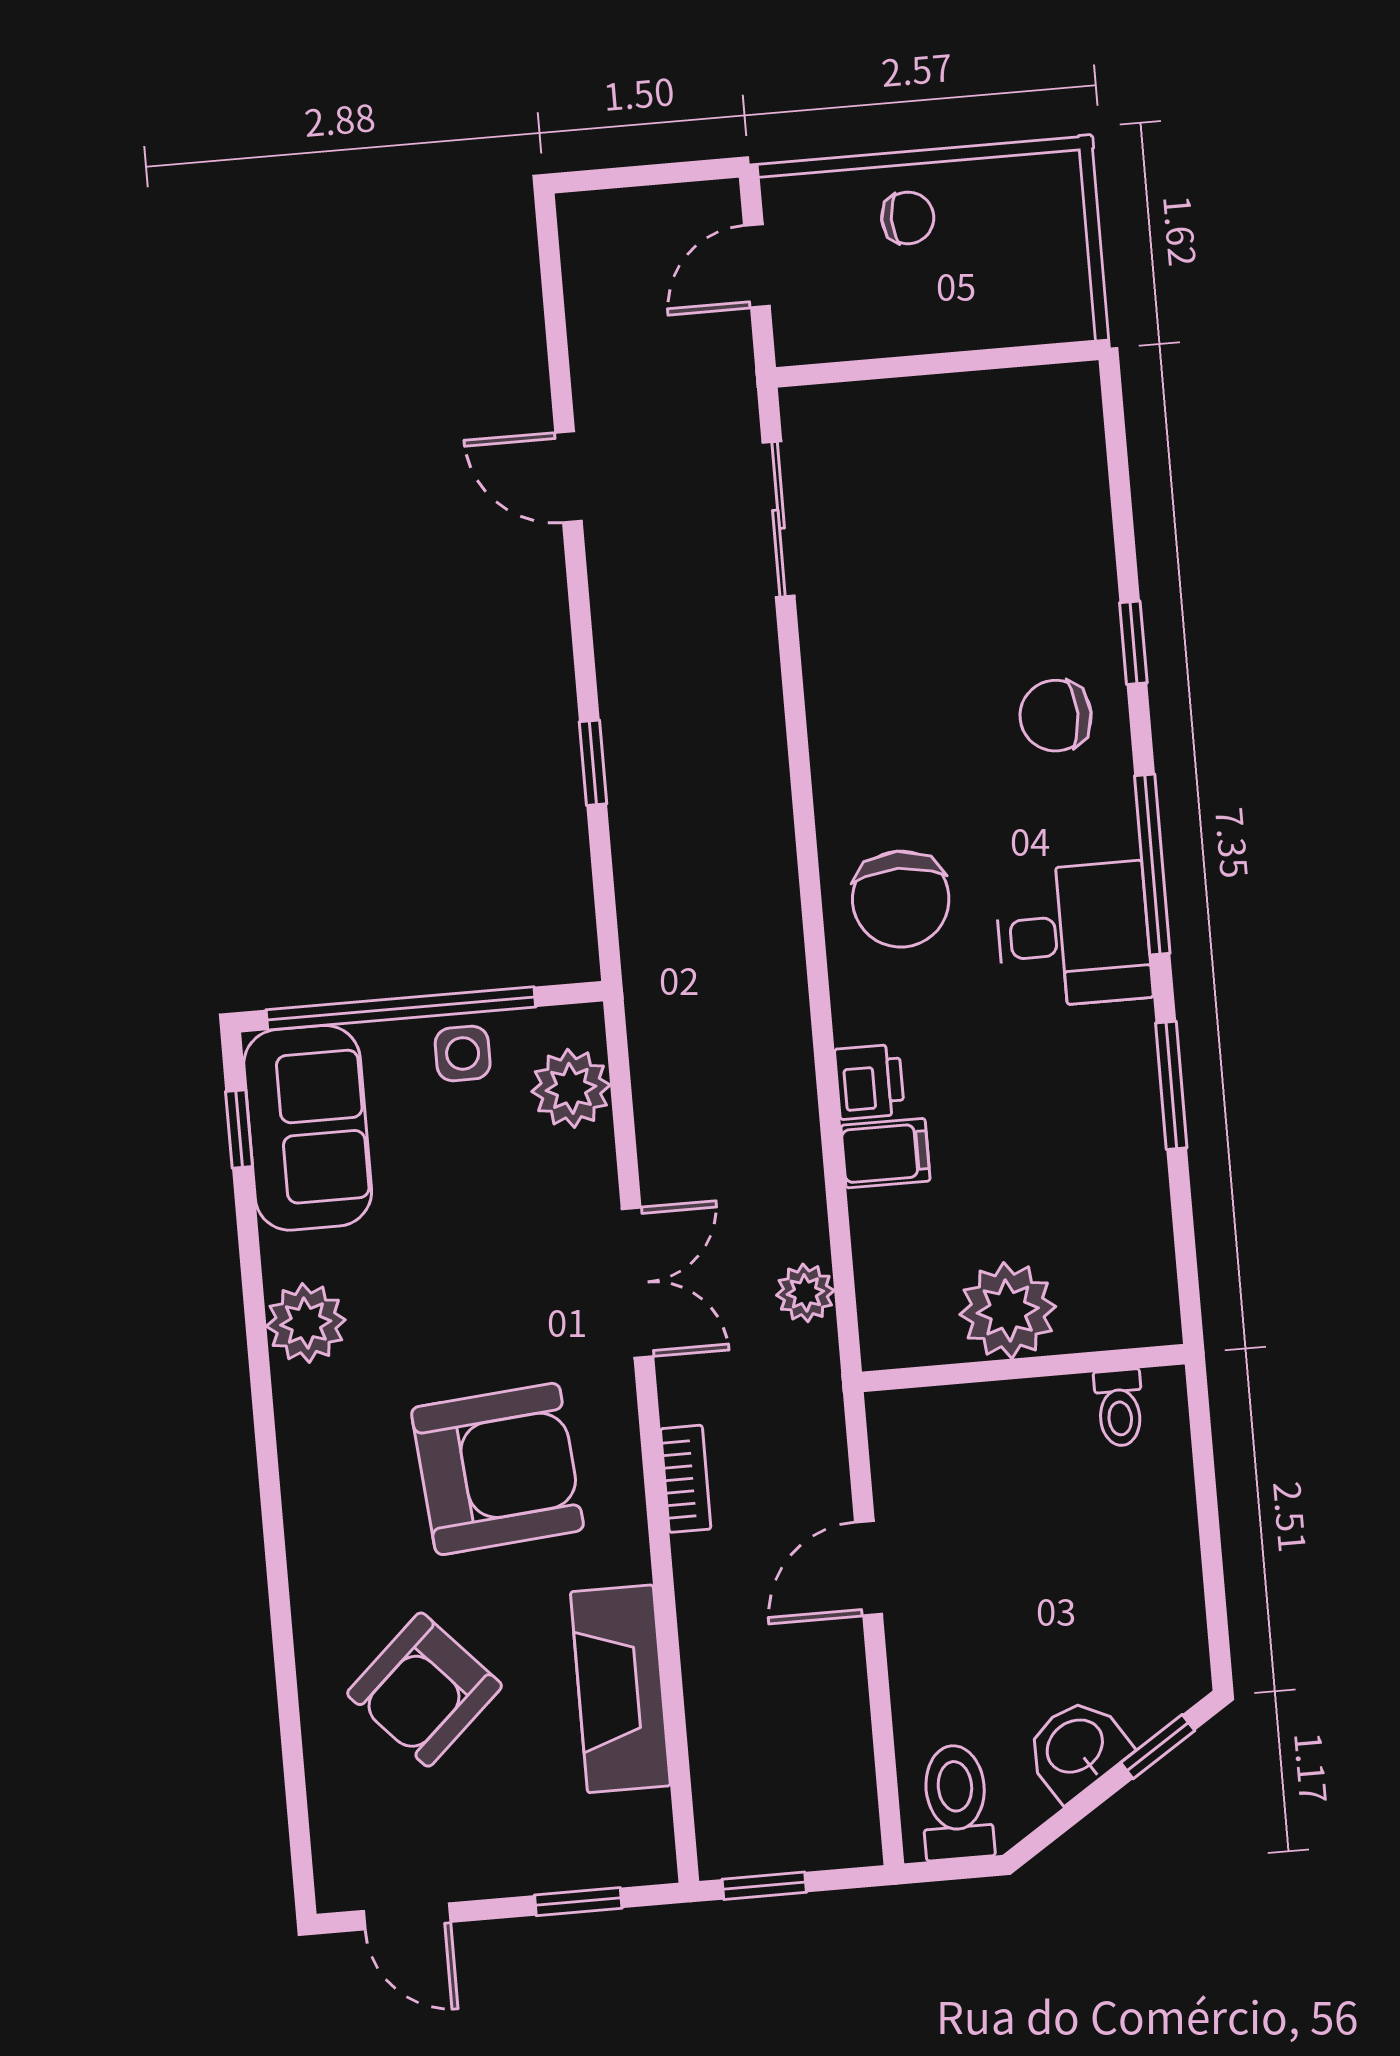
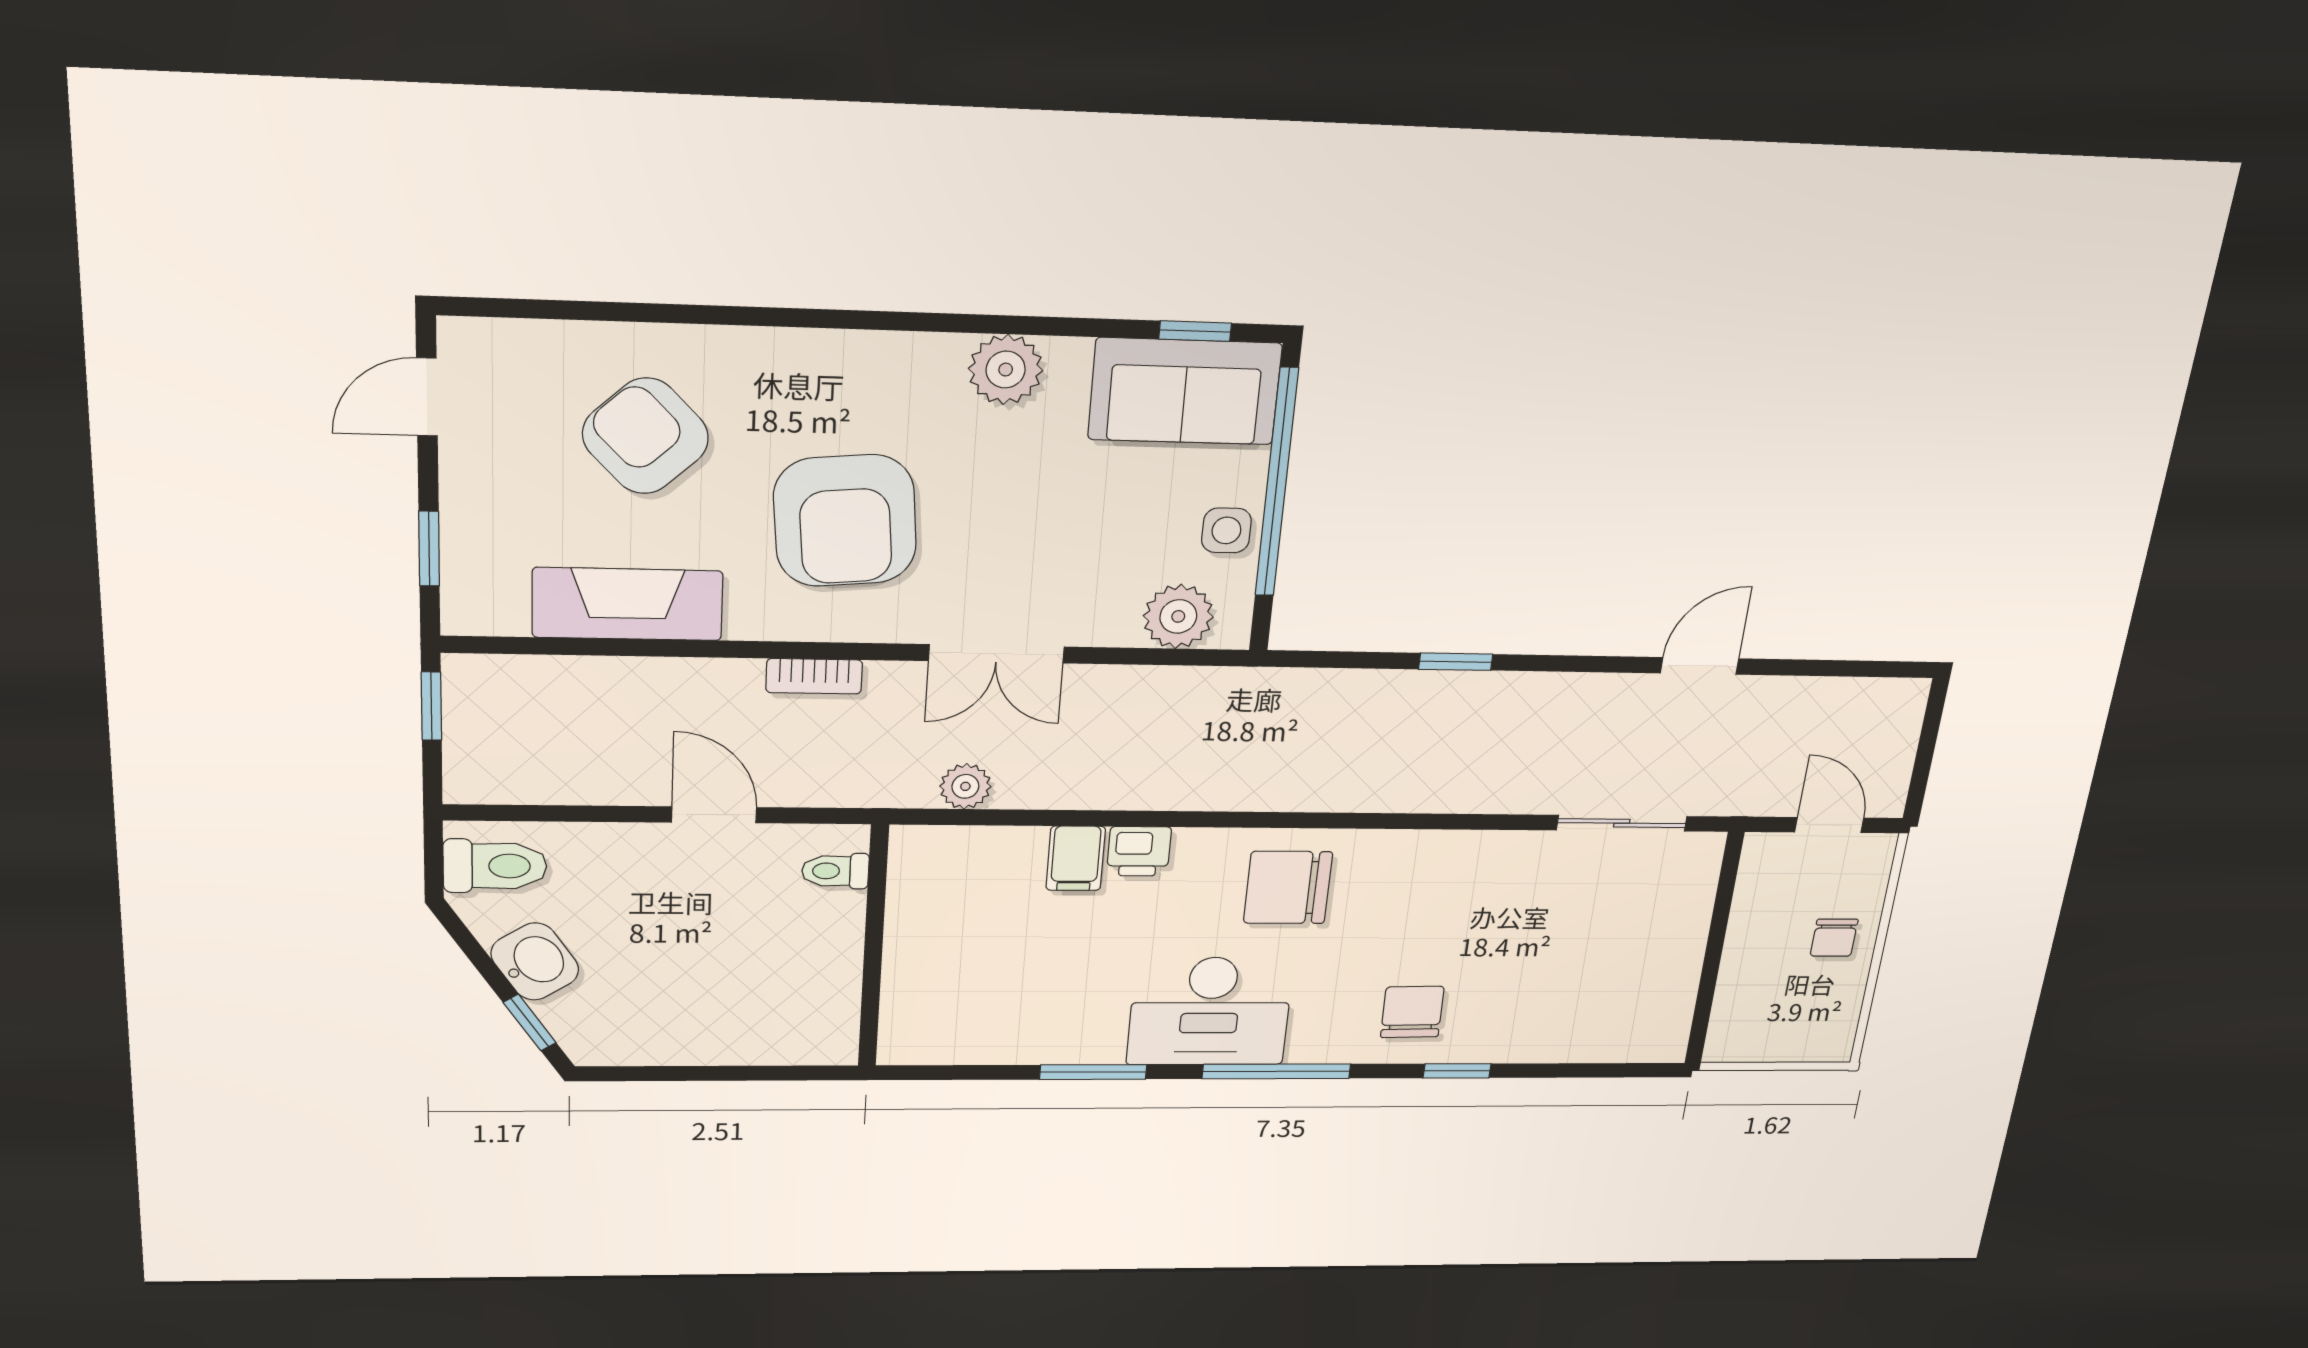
desk: (1073, 935) -> (1210, 1011), width x1.37
plant: (1008, 1310) -> (925, 939), removed
toilet: (1119, 1408) -> (835, 871), moved

